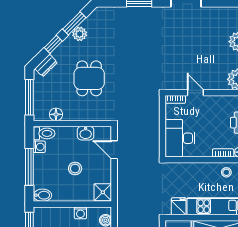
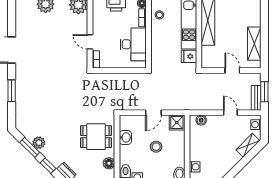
dining table: (89, 78) -> (96, 137), moved
door: (195, 93) -> (90, 42), hinge flipped
desk: (180, 138) -> (133, 44), moved, turned -90
door: (114, 150) -> (153, 113), moved
washing machine: (80, 213) -> (195, 167), moved

